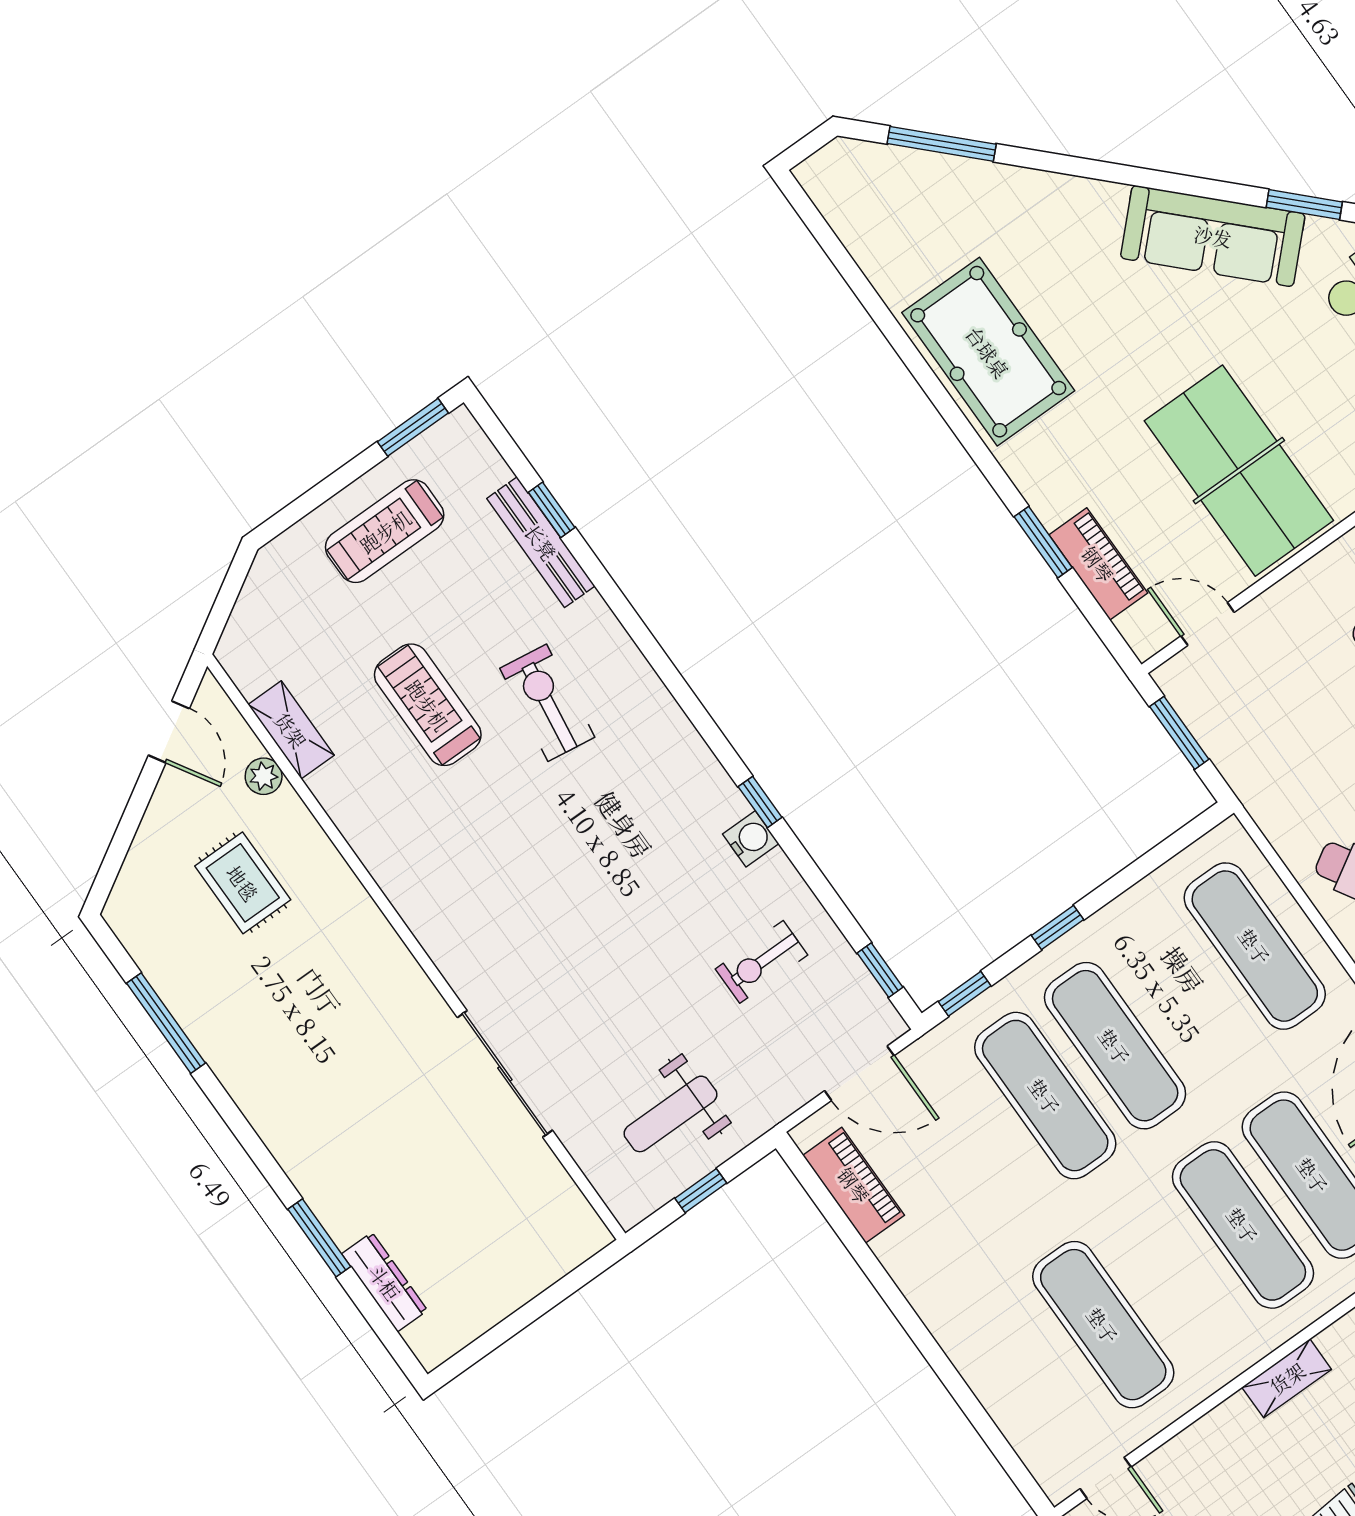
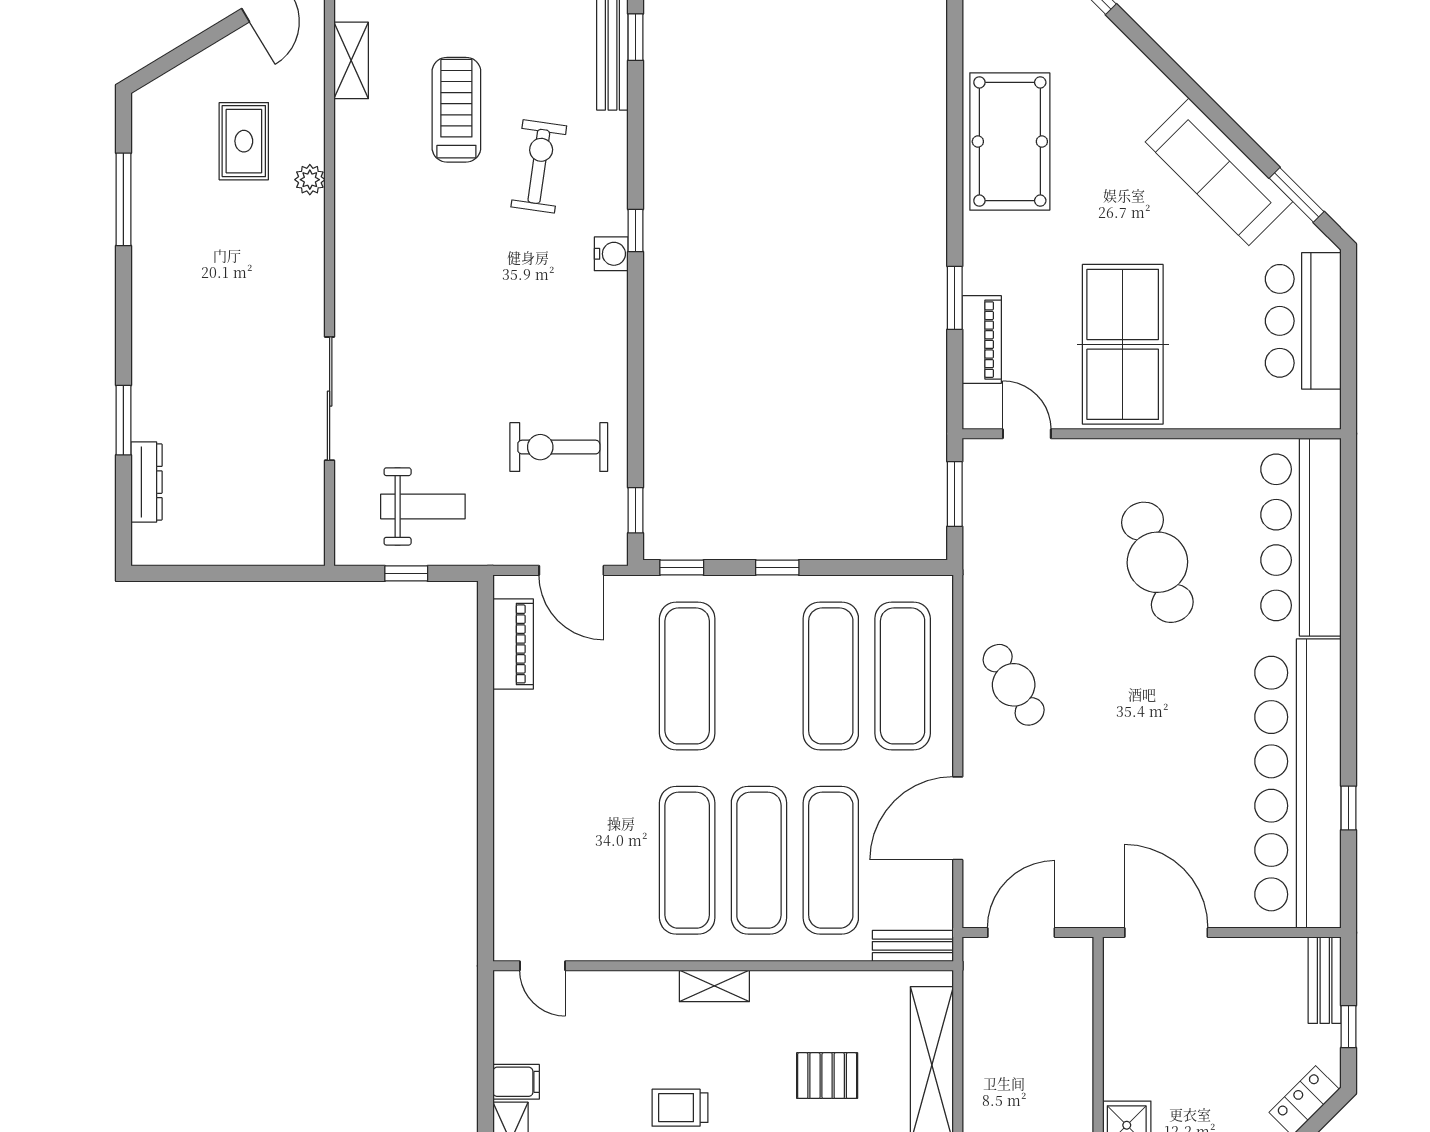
plant: (264, 776) -> (310, 180), moved
window: (760, 802) -> (635, 230), moved
water cooler: (751, 839) -> (611, 254), moved
exercise bike: (761, 962) -> (559, 447), width x1.38, depth x1.39
exercise mat: (1115, 1046) -> (831, 676), moved
weight bench: (671, 1114) -> (423, 506), turned 180
exercise mat: (1103, 1325) -> (687, 860), moved

